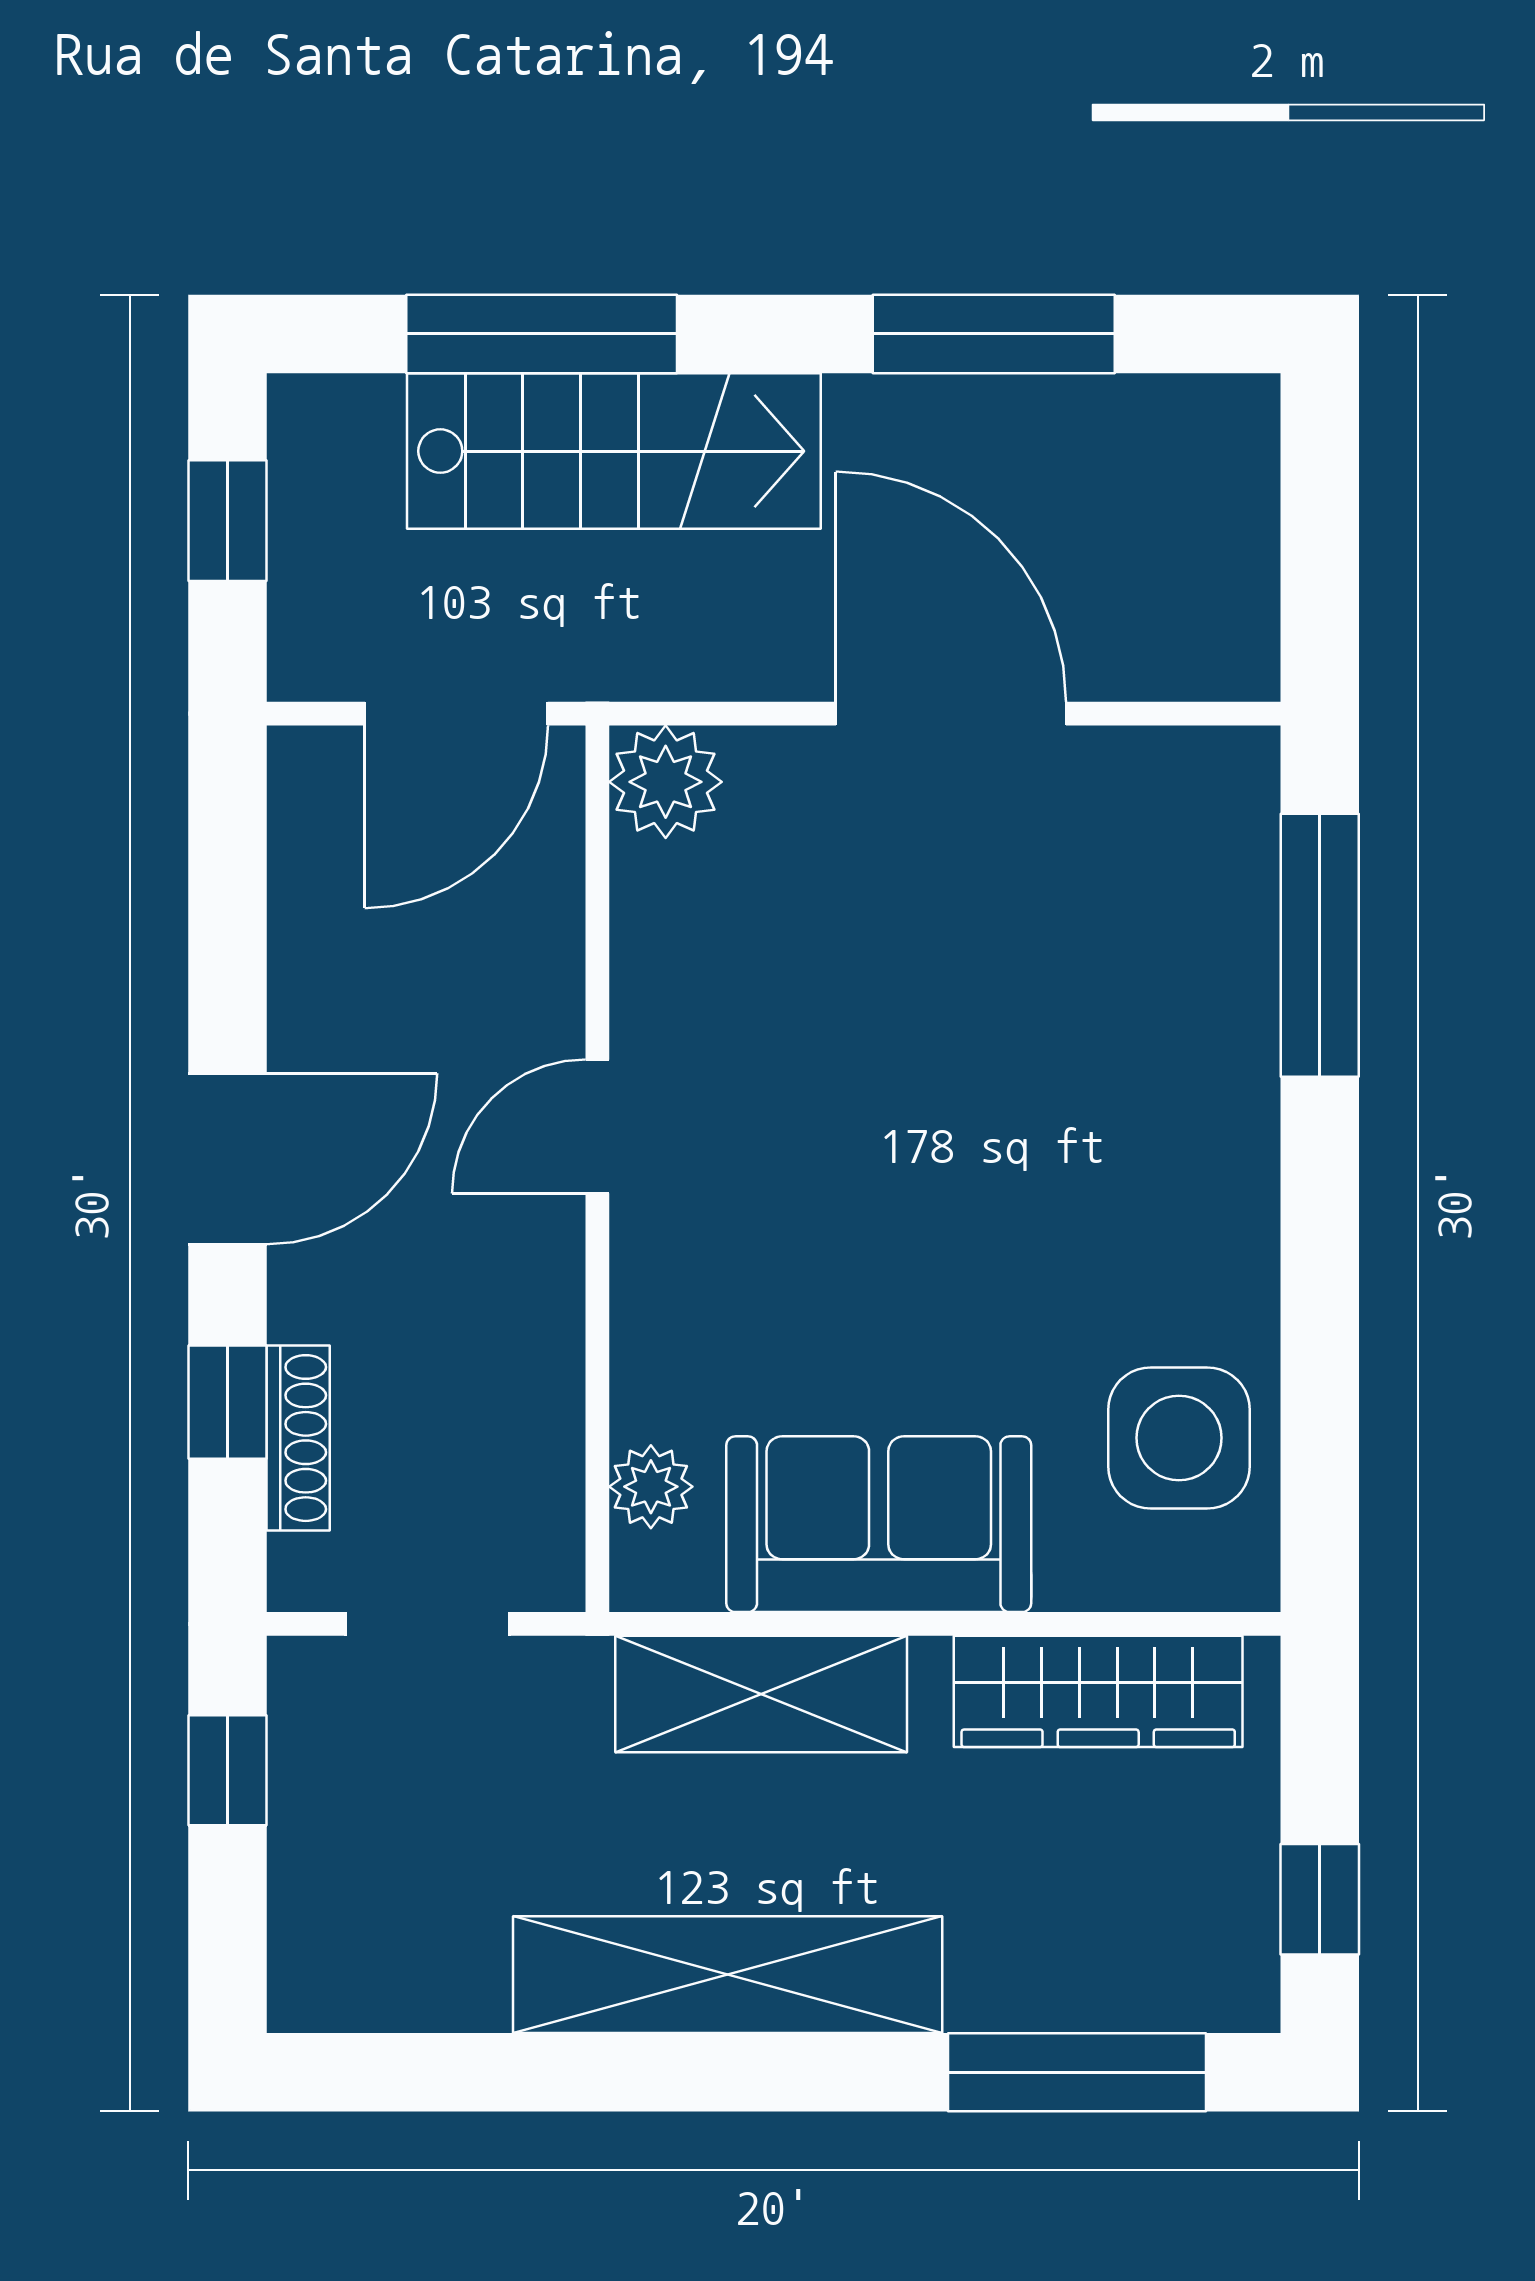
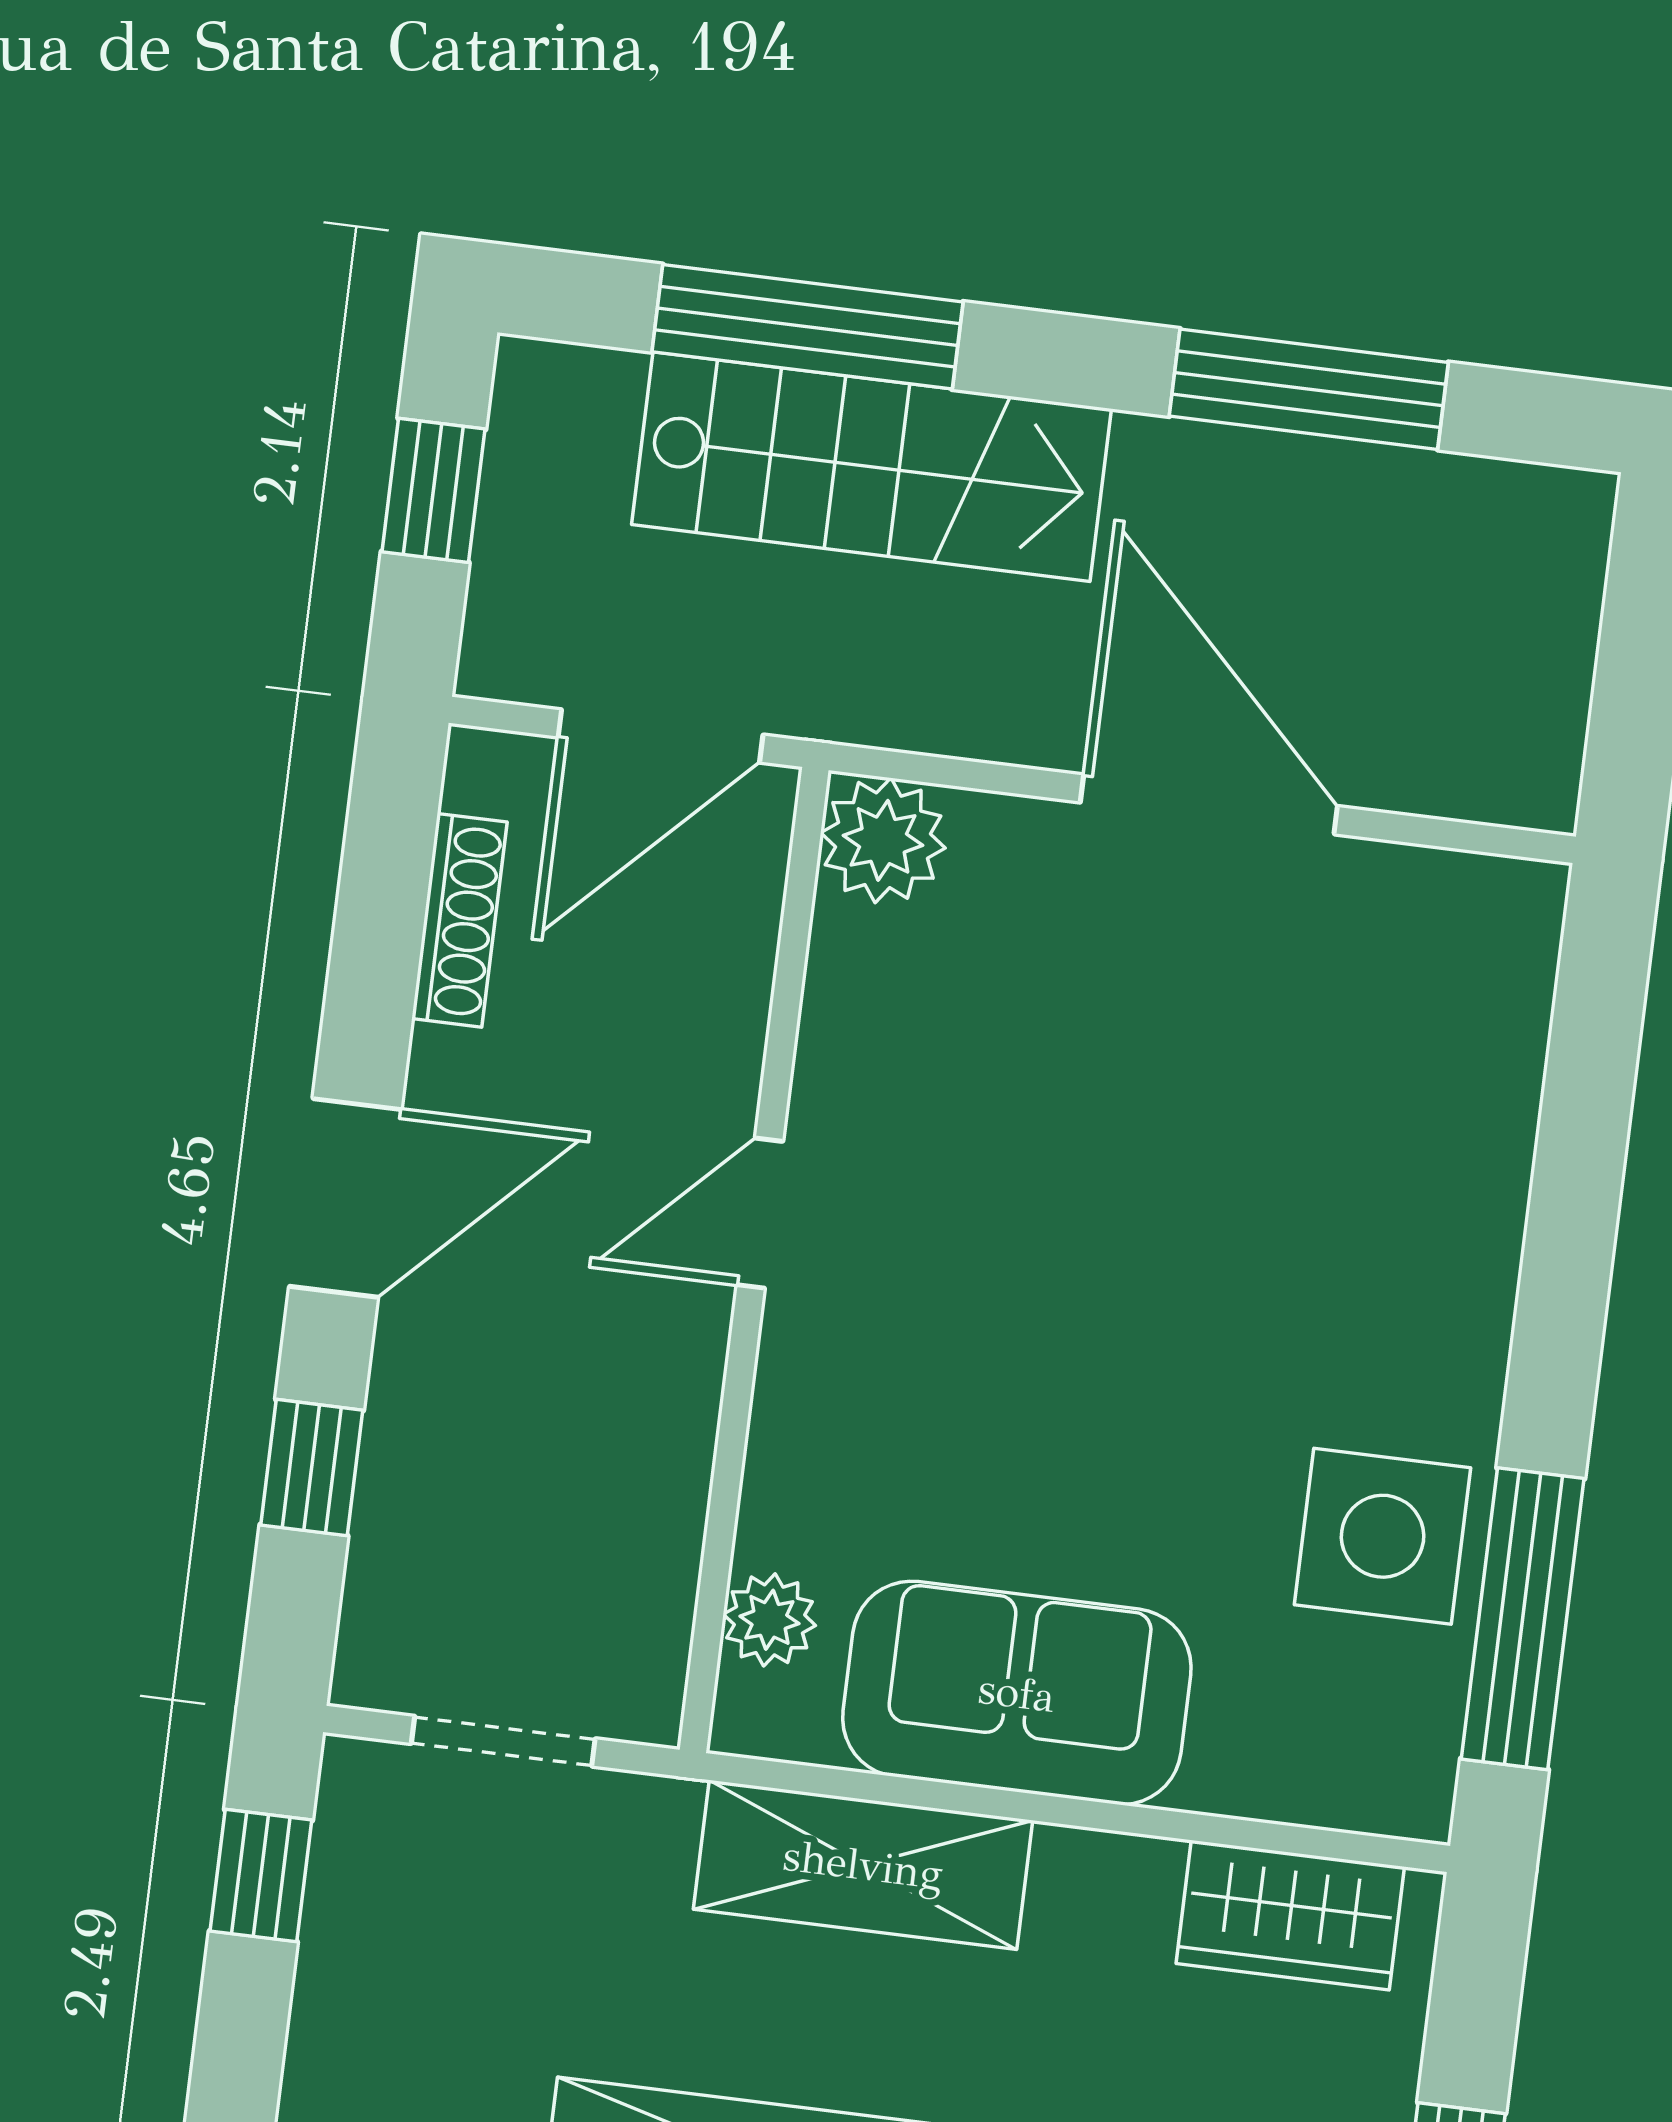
window: (1320, 945) -> (1523, 1619), moved
shoe rack: (298, 1438) -> (459, 920), moved
side table: (1179, 1438) -> (1383, 1536), moved
wardrobe: (1098, 1691) -> (1290, 1915), width x0.67

